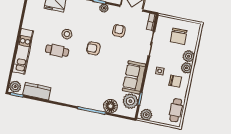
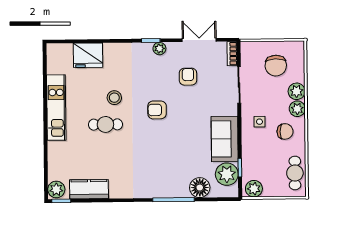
kitchen unit: (23, 51) -> (56, 108), moved

